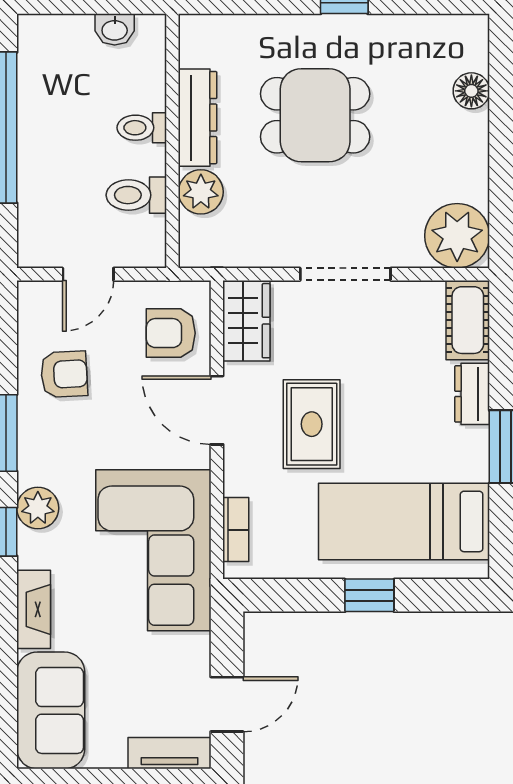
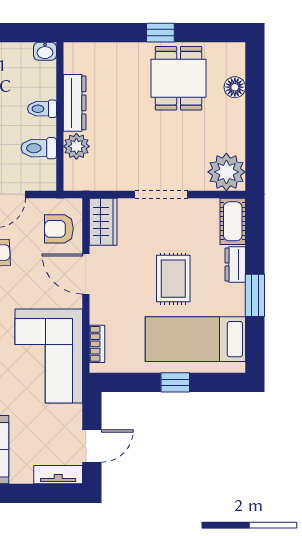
washbasin: (115, 29) -> (45, 51), moved
dining table: (315, 115) -> (179, 78), moved, turned 90
rug: (312, 424) -> (173, 279), moved

